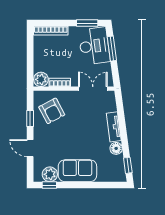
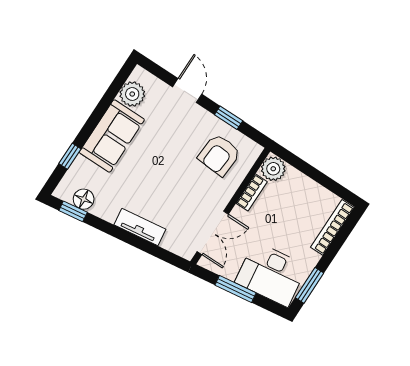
window: (112, 49) -> (235, 289), moved
armchair: (52, 111) -> (219, 155), turned -58
door: (30, 148) -> (187, 90), hinge flipped
floor lamp: (116, 148) -> (84, 199), moved
window: (49, 185) -> (70, 156), moved

